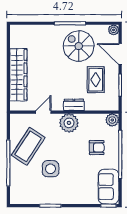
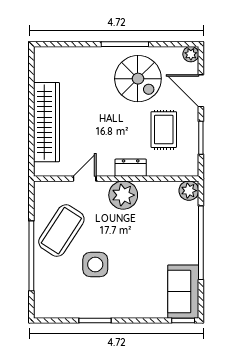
spiral stairs: (79, 46) -> (138, 79), turned 180
armchair: (97, 148) -> (165, 232), removed

